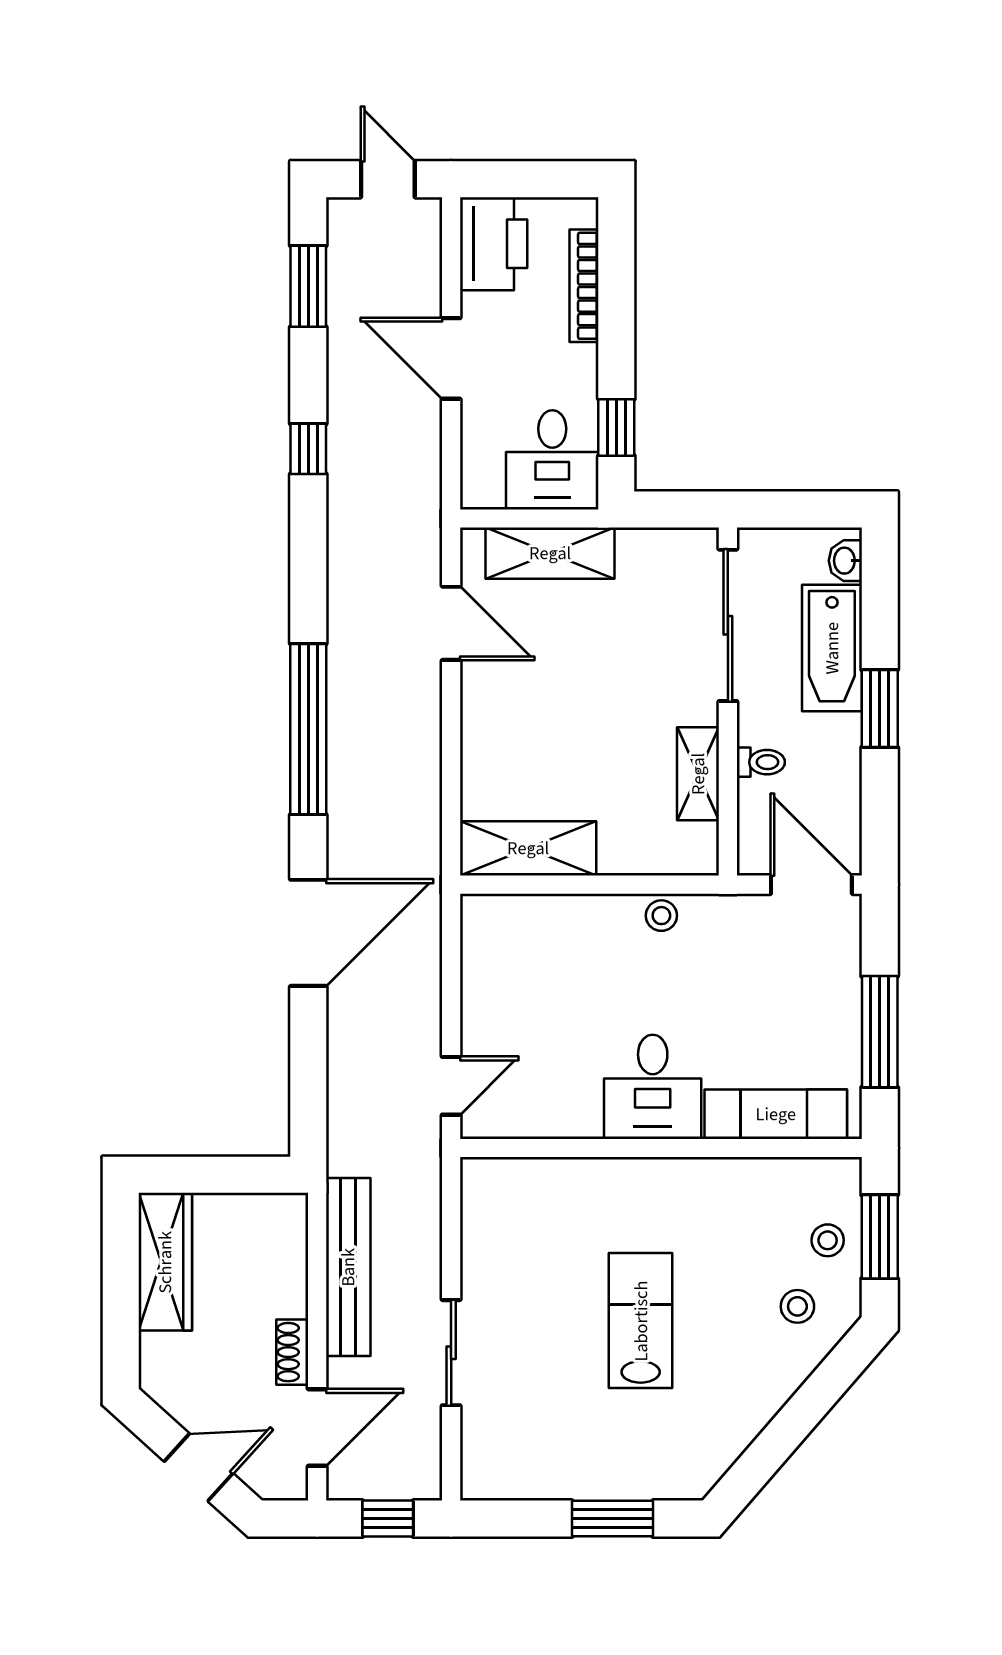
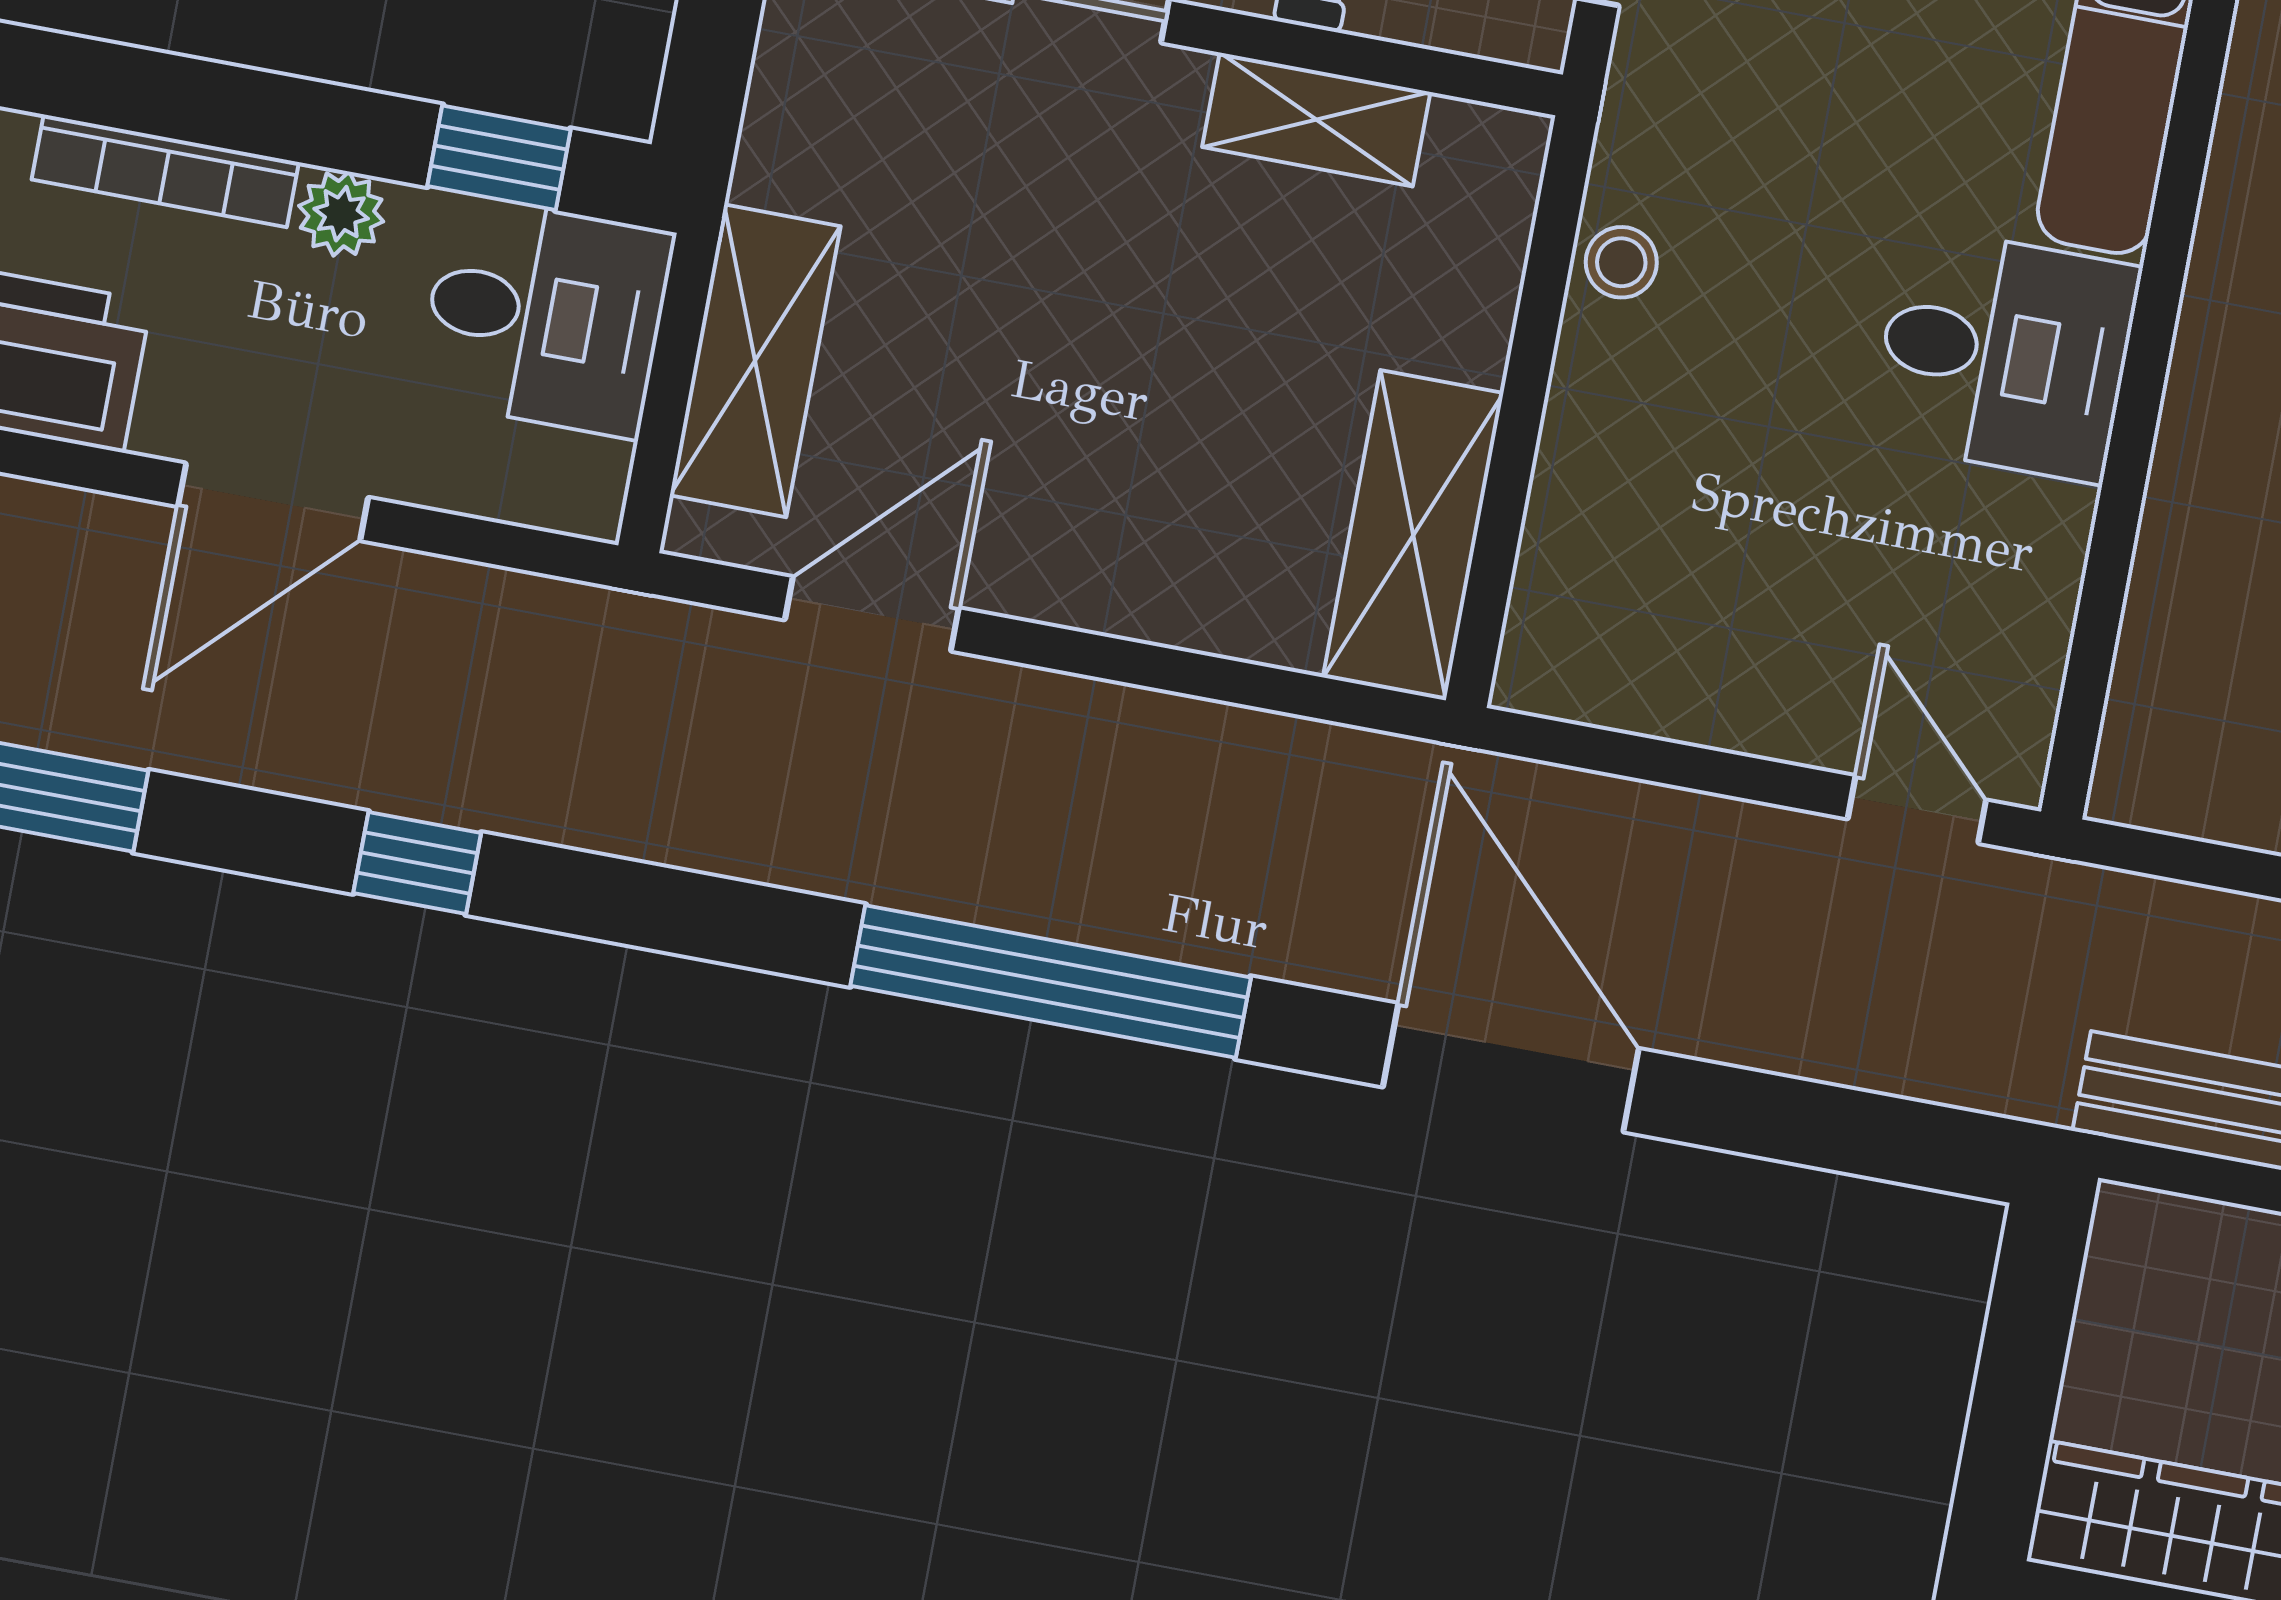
plant: (580, 364) -> (341, 214), added

